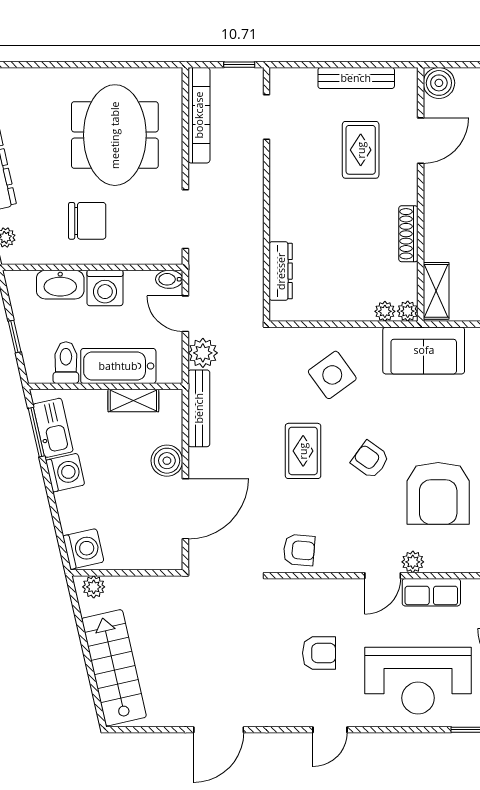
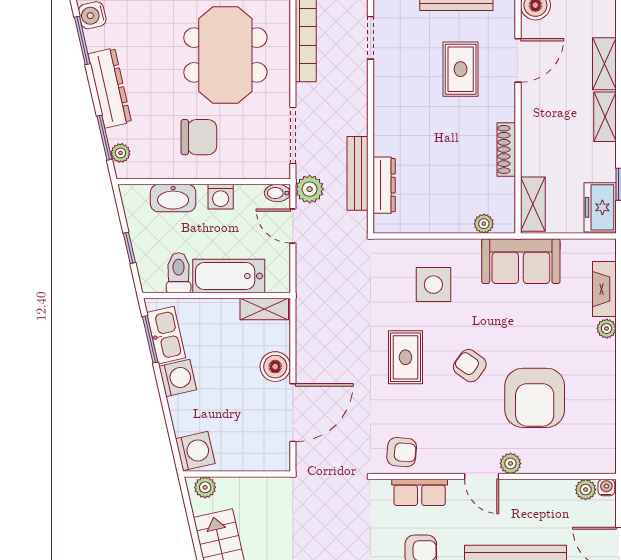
washing machine: (105, 288) -> (221, 197), width x0.73, depth x0.73
plant: (408, 311) -> (505, 224), removed
plant: (203, 353) -> (310, 189), moved
side table: (332, 375) -> (433, 285), turned 36
shelving: (133, 400) -> (264, 309), moved
bench: (199, 408) -> (358, 173), moved
door: (383, 576) -> (482, 477), hinge flipped
row of seats: (431, 592) -> (420, 492), moved

